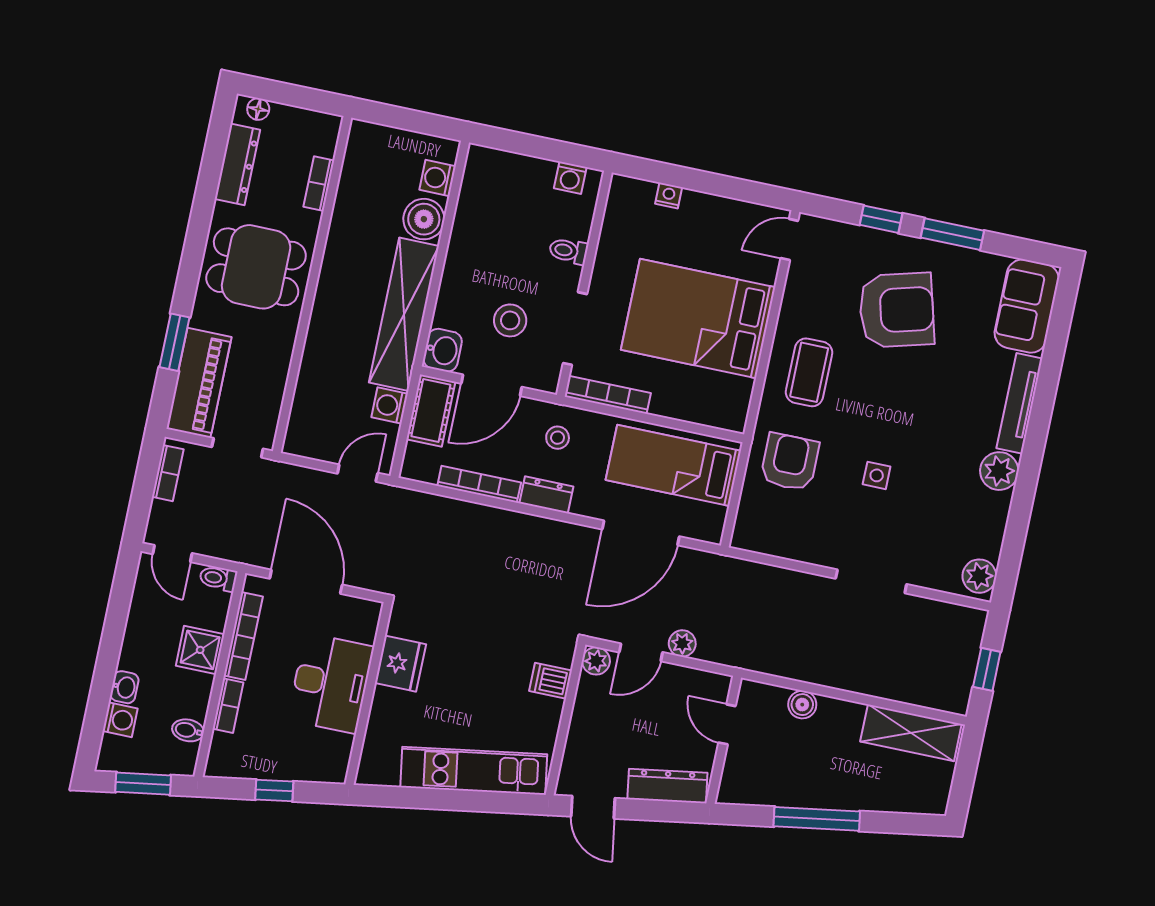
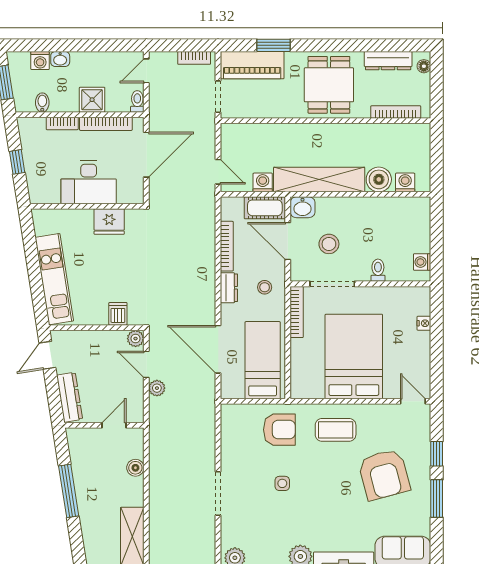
bookcase: (319, 184) -> (396, 112), width x1.56

